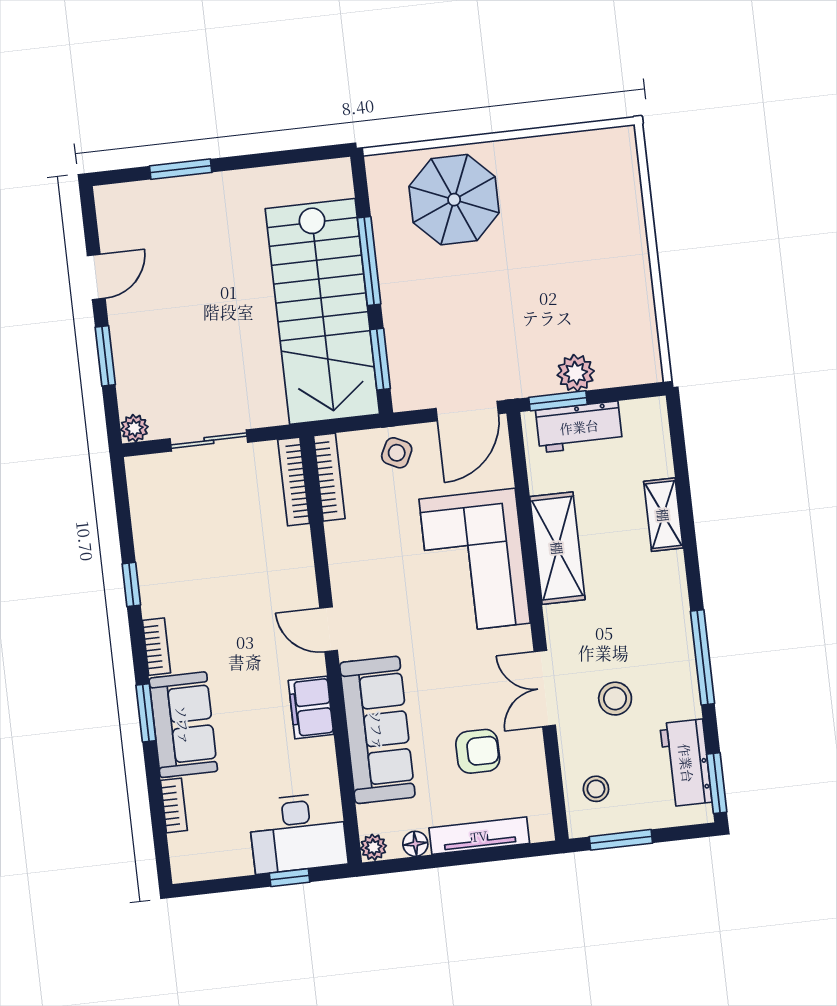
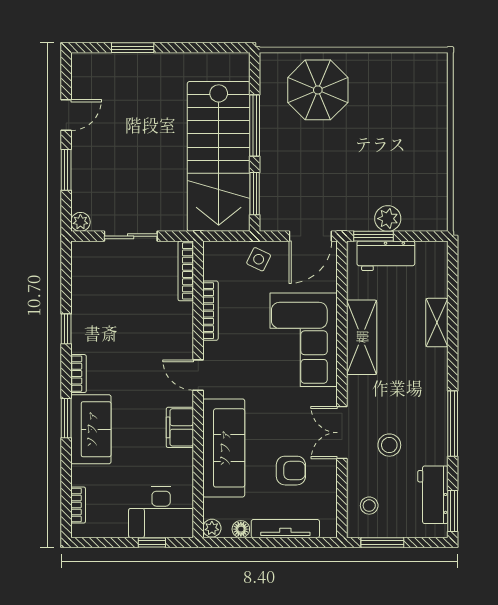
bookcase: (329, 477) -> (210, 311), moved
bookcase: (174, 805) -> (78, 505), moved

